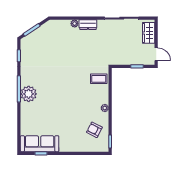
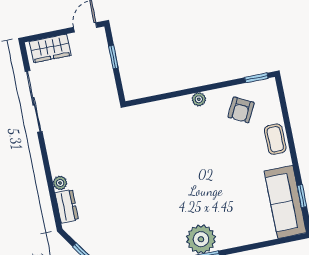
dresser: (88, 25) -> (67, 206), moved
coffee table: (99, 79) -> (275, 139), moved

